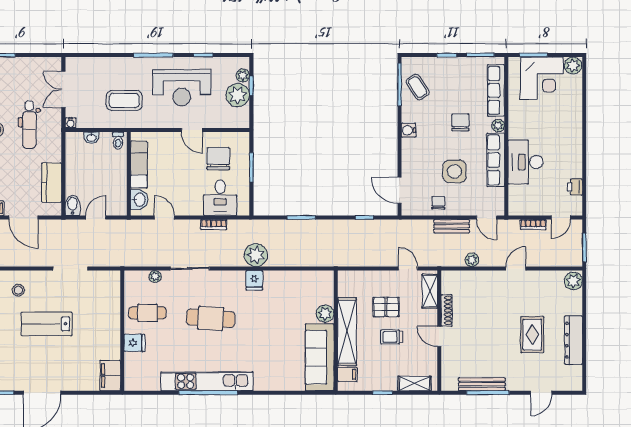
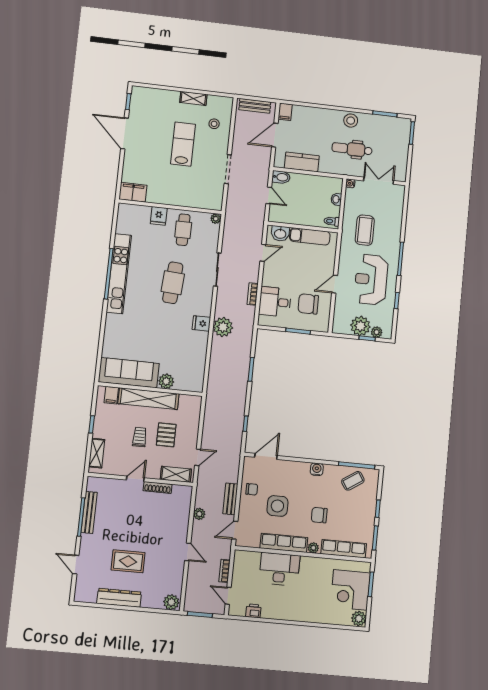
chair: (460, 122) -> (319, 515), turned 180
chair: (218, 159) -> (308, 304), turned 180
plant: (155, 276) -> (216, 219), moved

